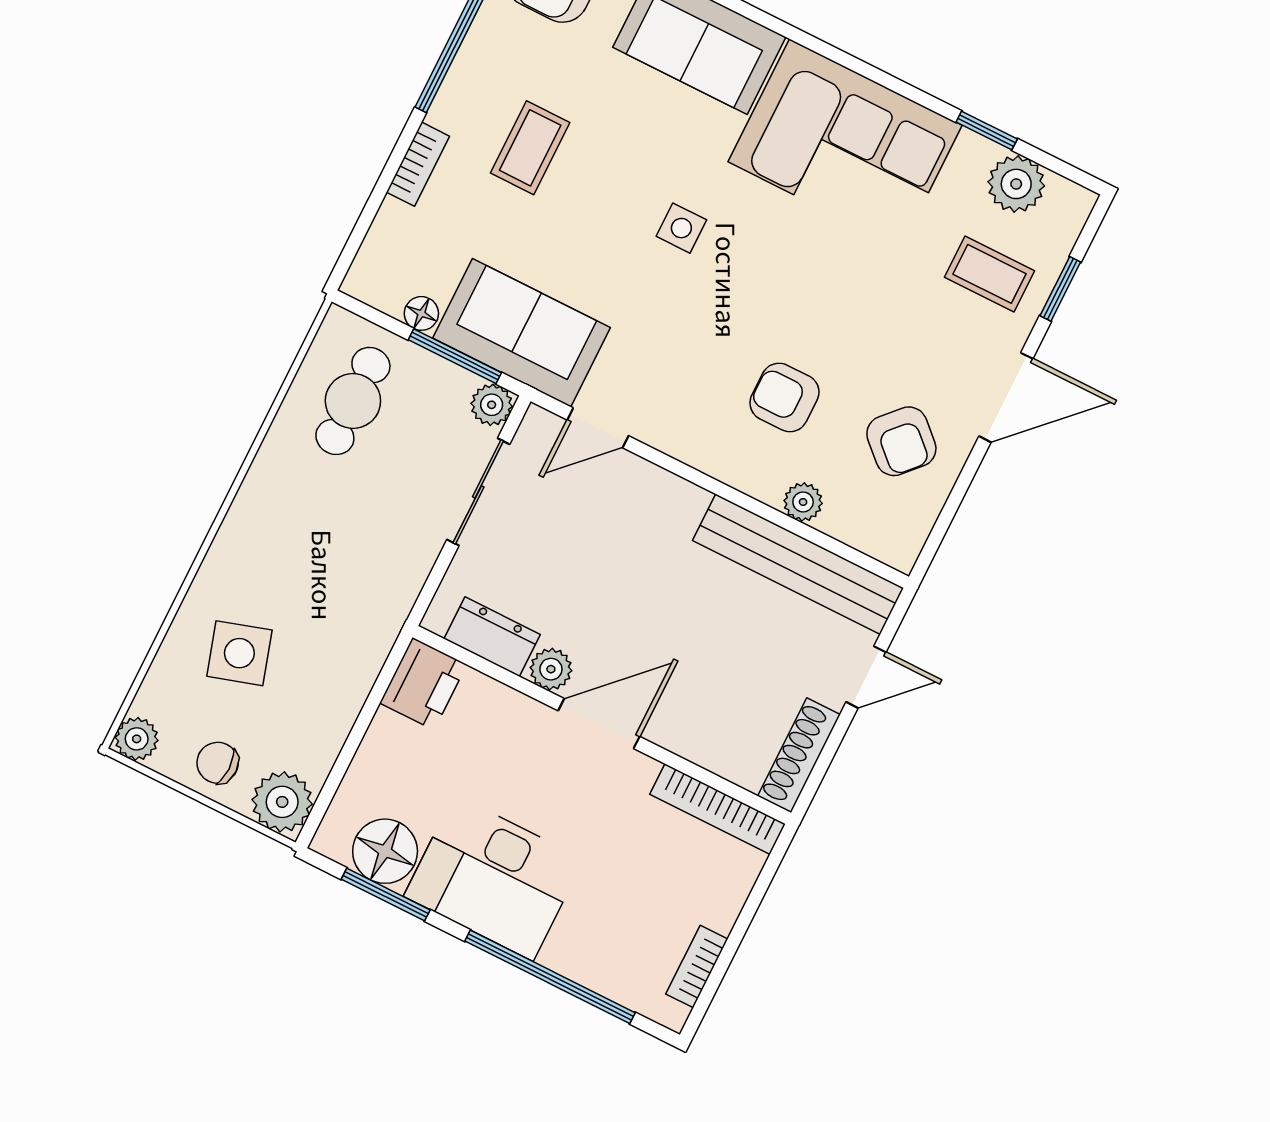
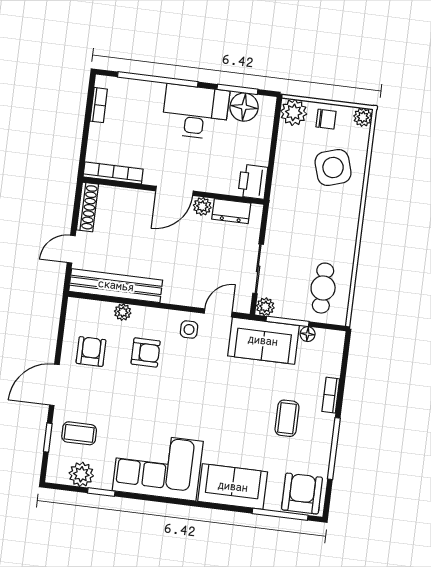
side table: (681, 228) -> (189, 330), moved
armchair: (901, 441) -> (91, 352), turned 47
side table: (239, 653) -> (333, 167), width x1.37, depth x1.37

